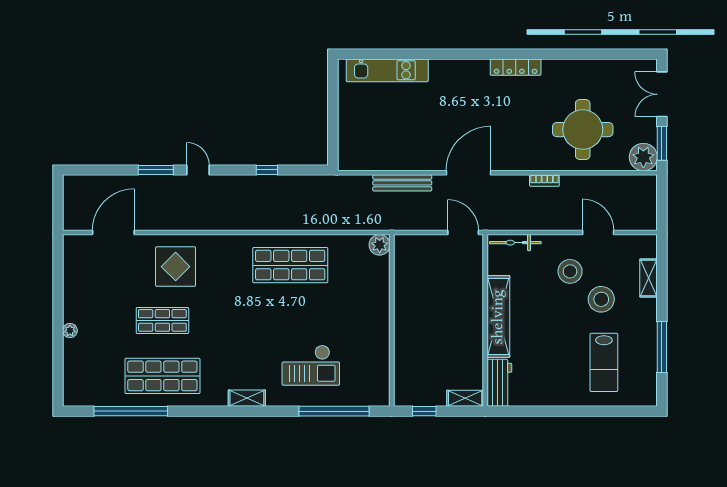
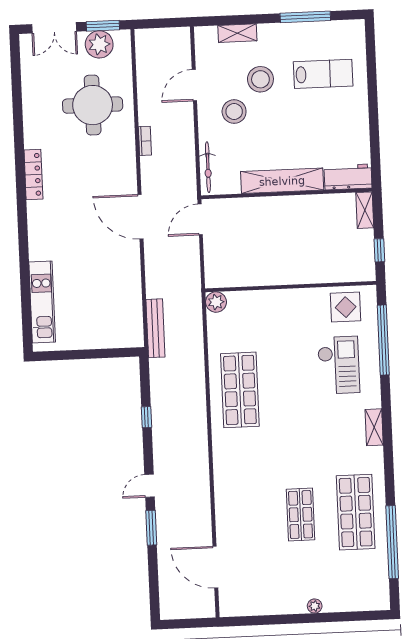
plant: (643, 157) -> (99, 44), moved
bench: (402, 183) -> (155, 328), moved
display table: (176, 267) -> (346, 307), moved, width x0.73, depth x0.73

